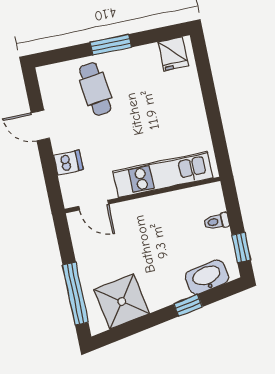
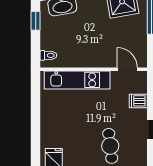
toilet: (216, 221) -> (48, 55), moved

